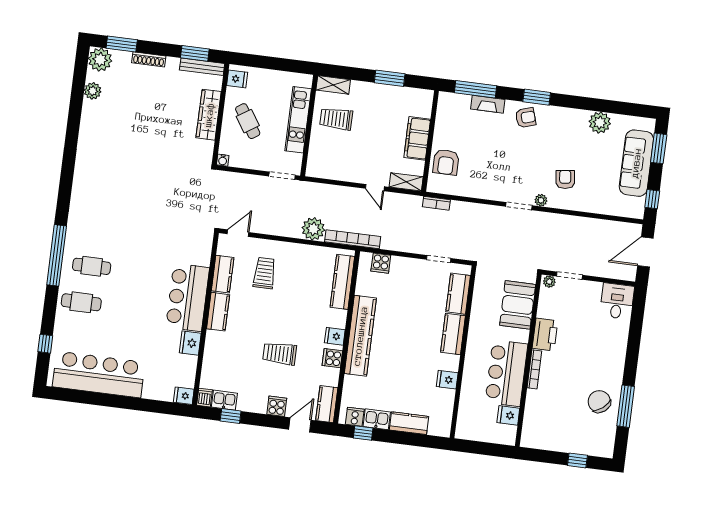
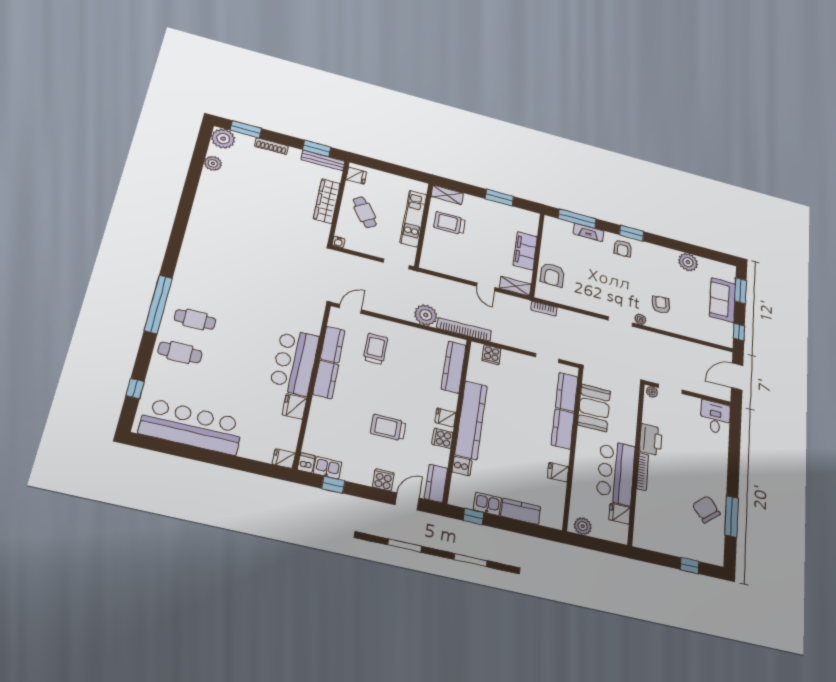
armchair: (526, 118) -> (623, 248), turned 107
sofa: (636, 163) -> (723, 300), width x0.73
booth: (518, 305) -> (594, 408), moved
cooker: (355, 417) -> (462, 466), moved, turned 90
plant: (470, 432) -> (583, 526), added

